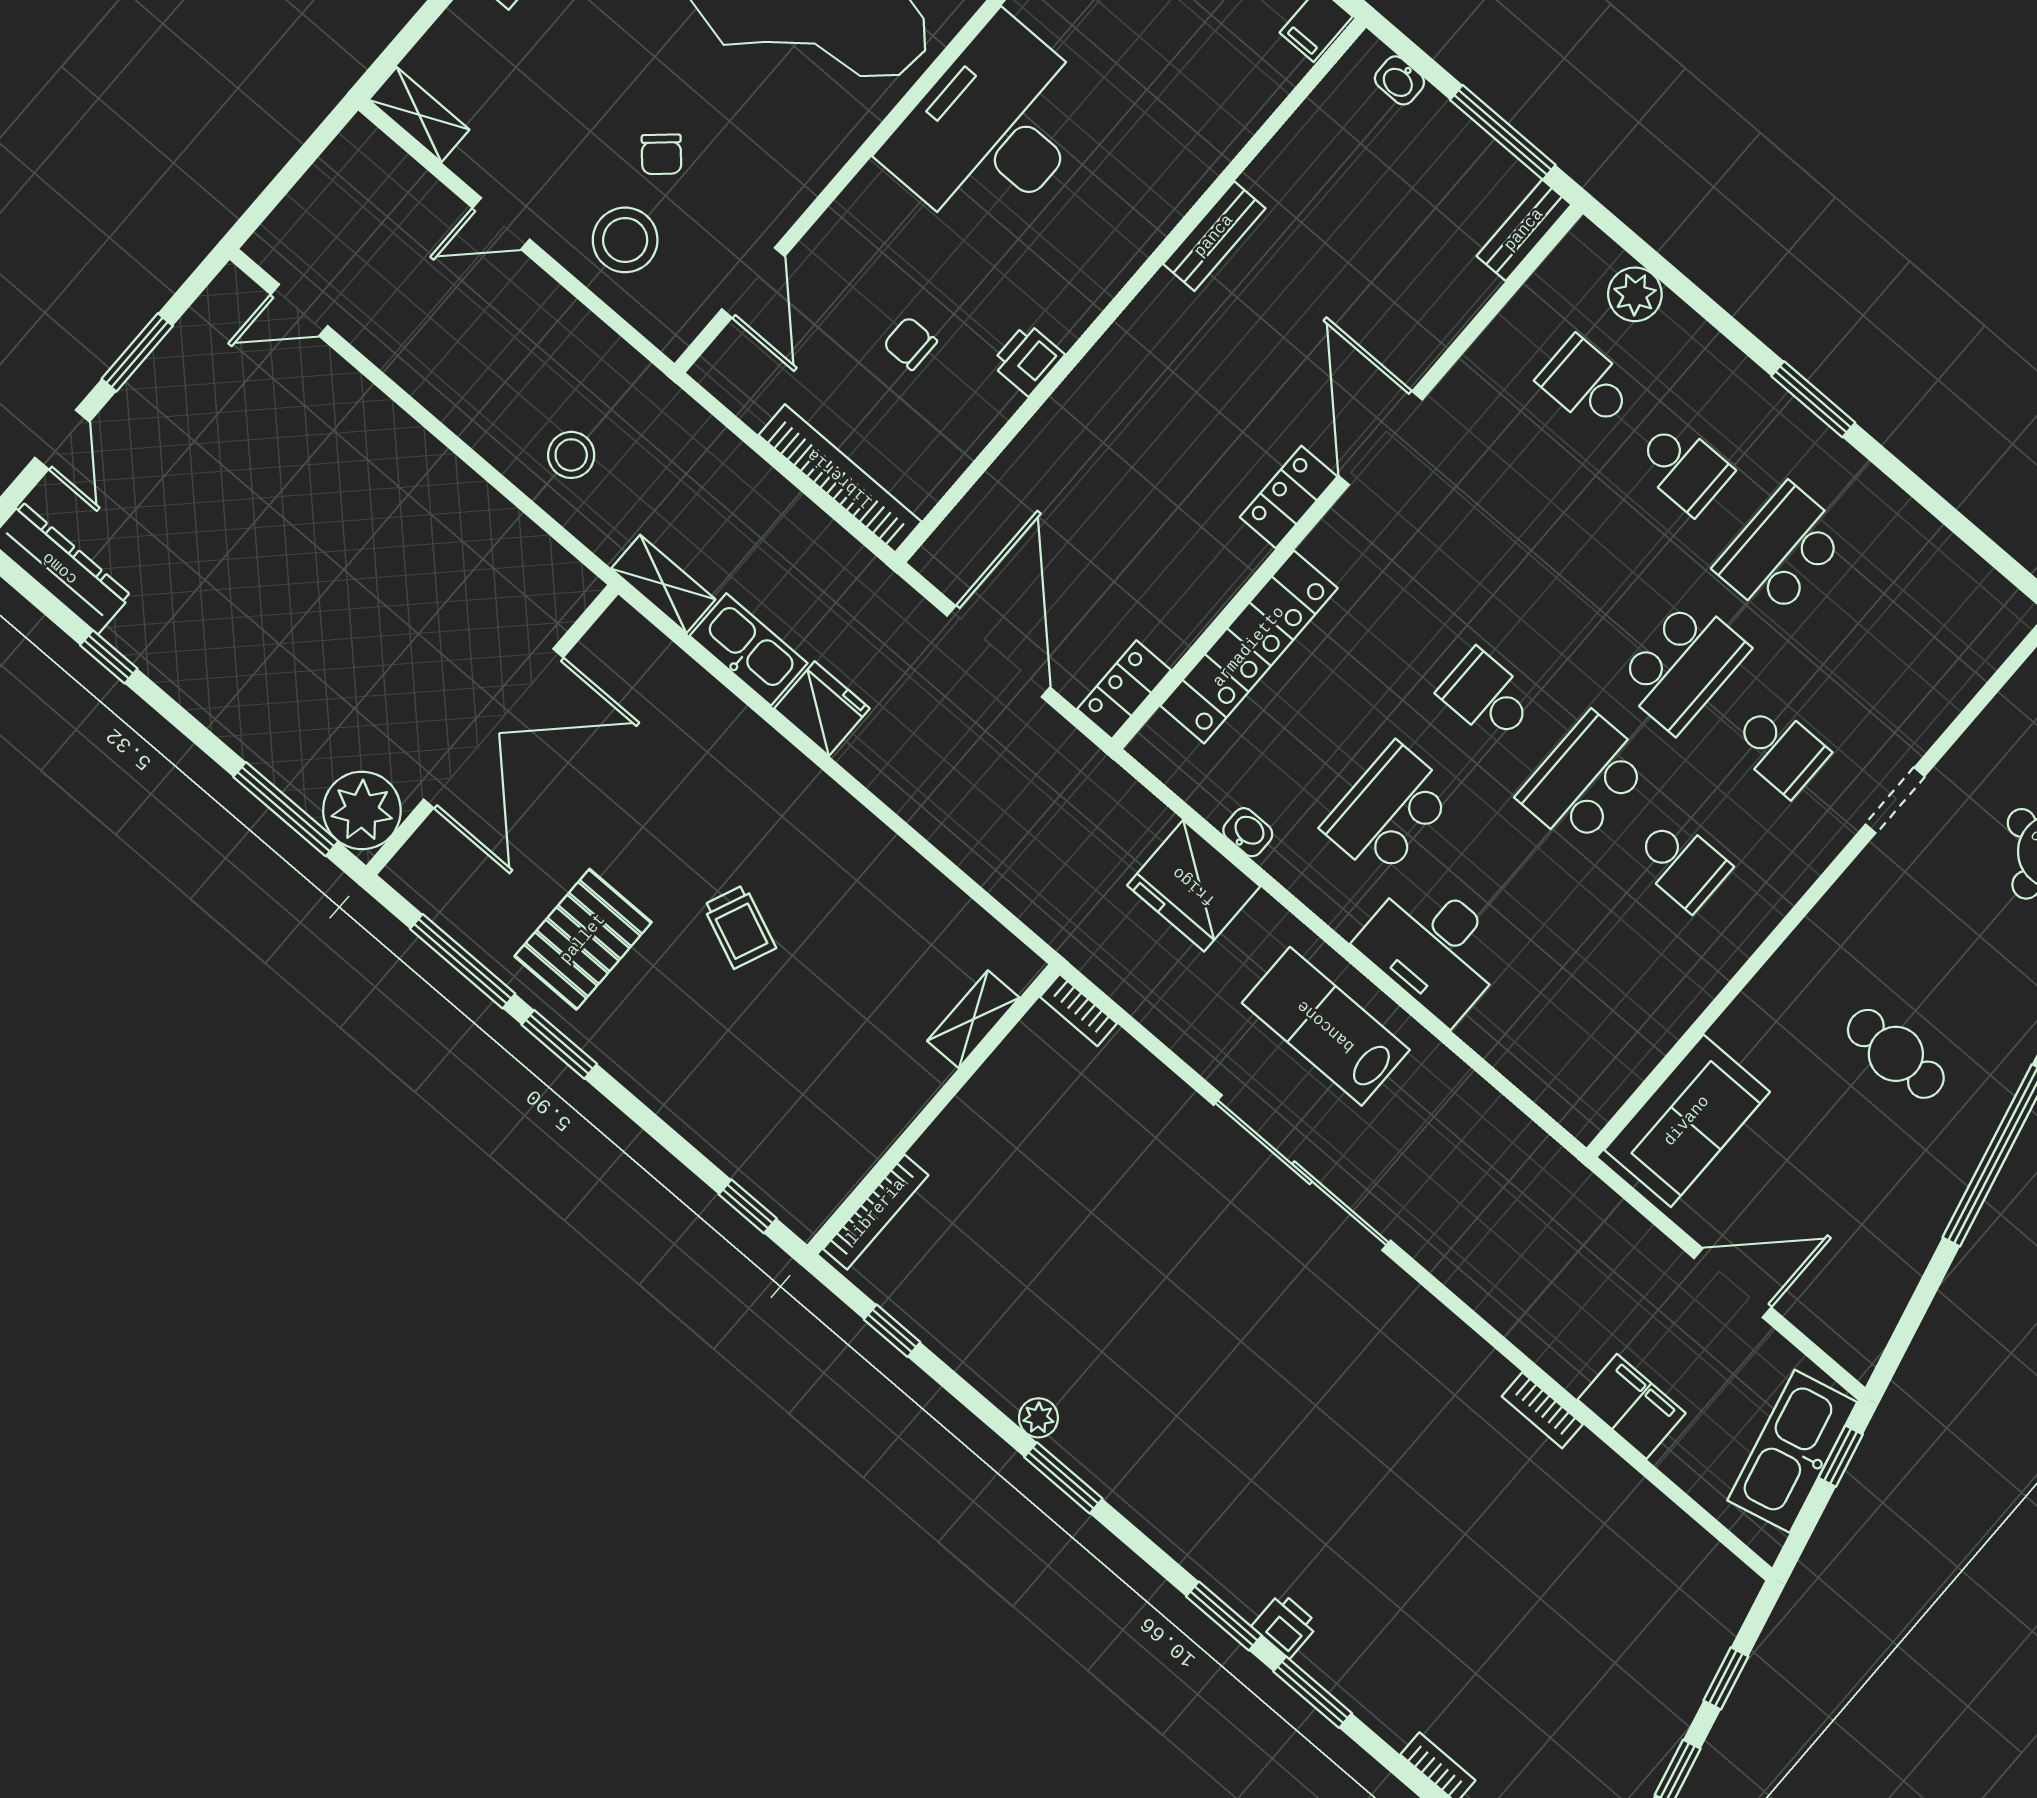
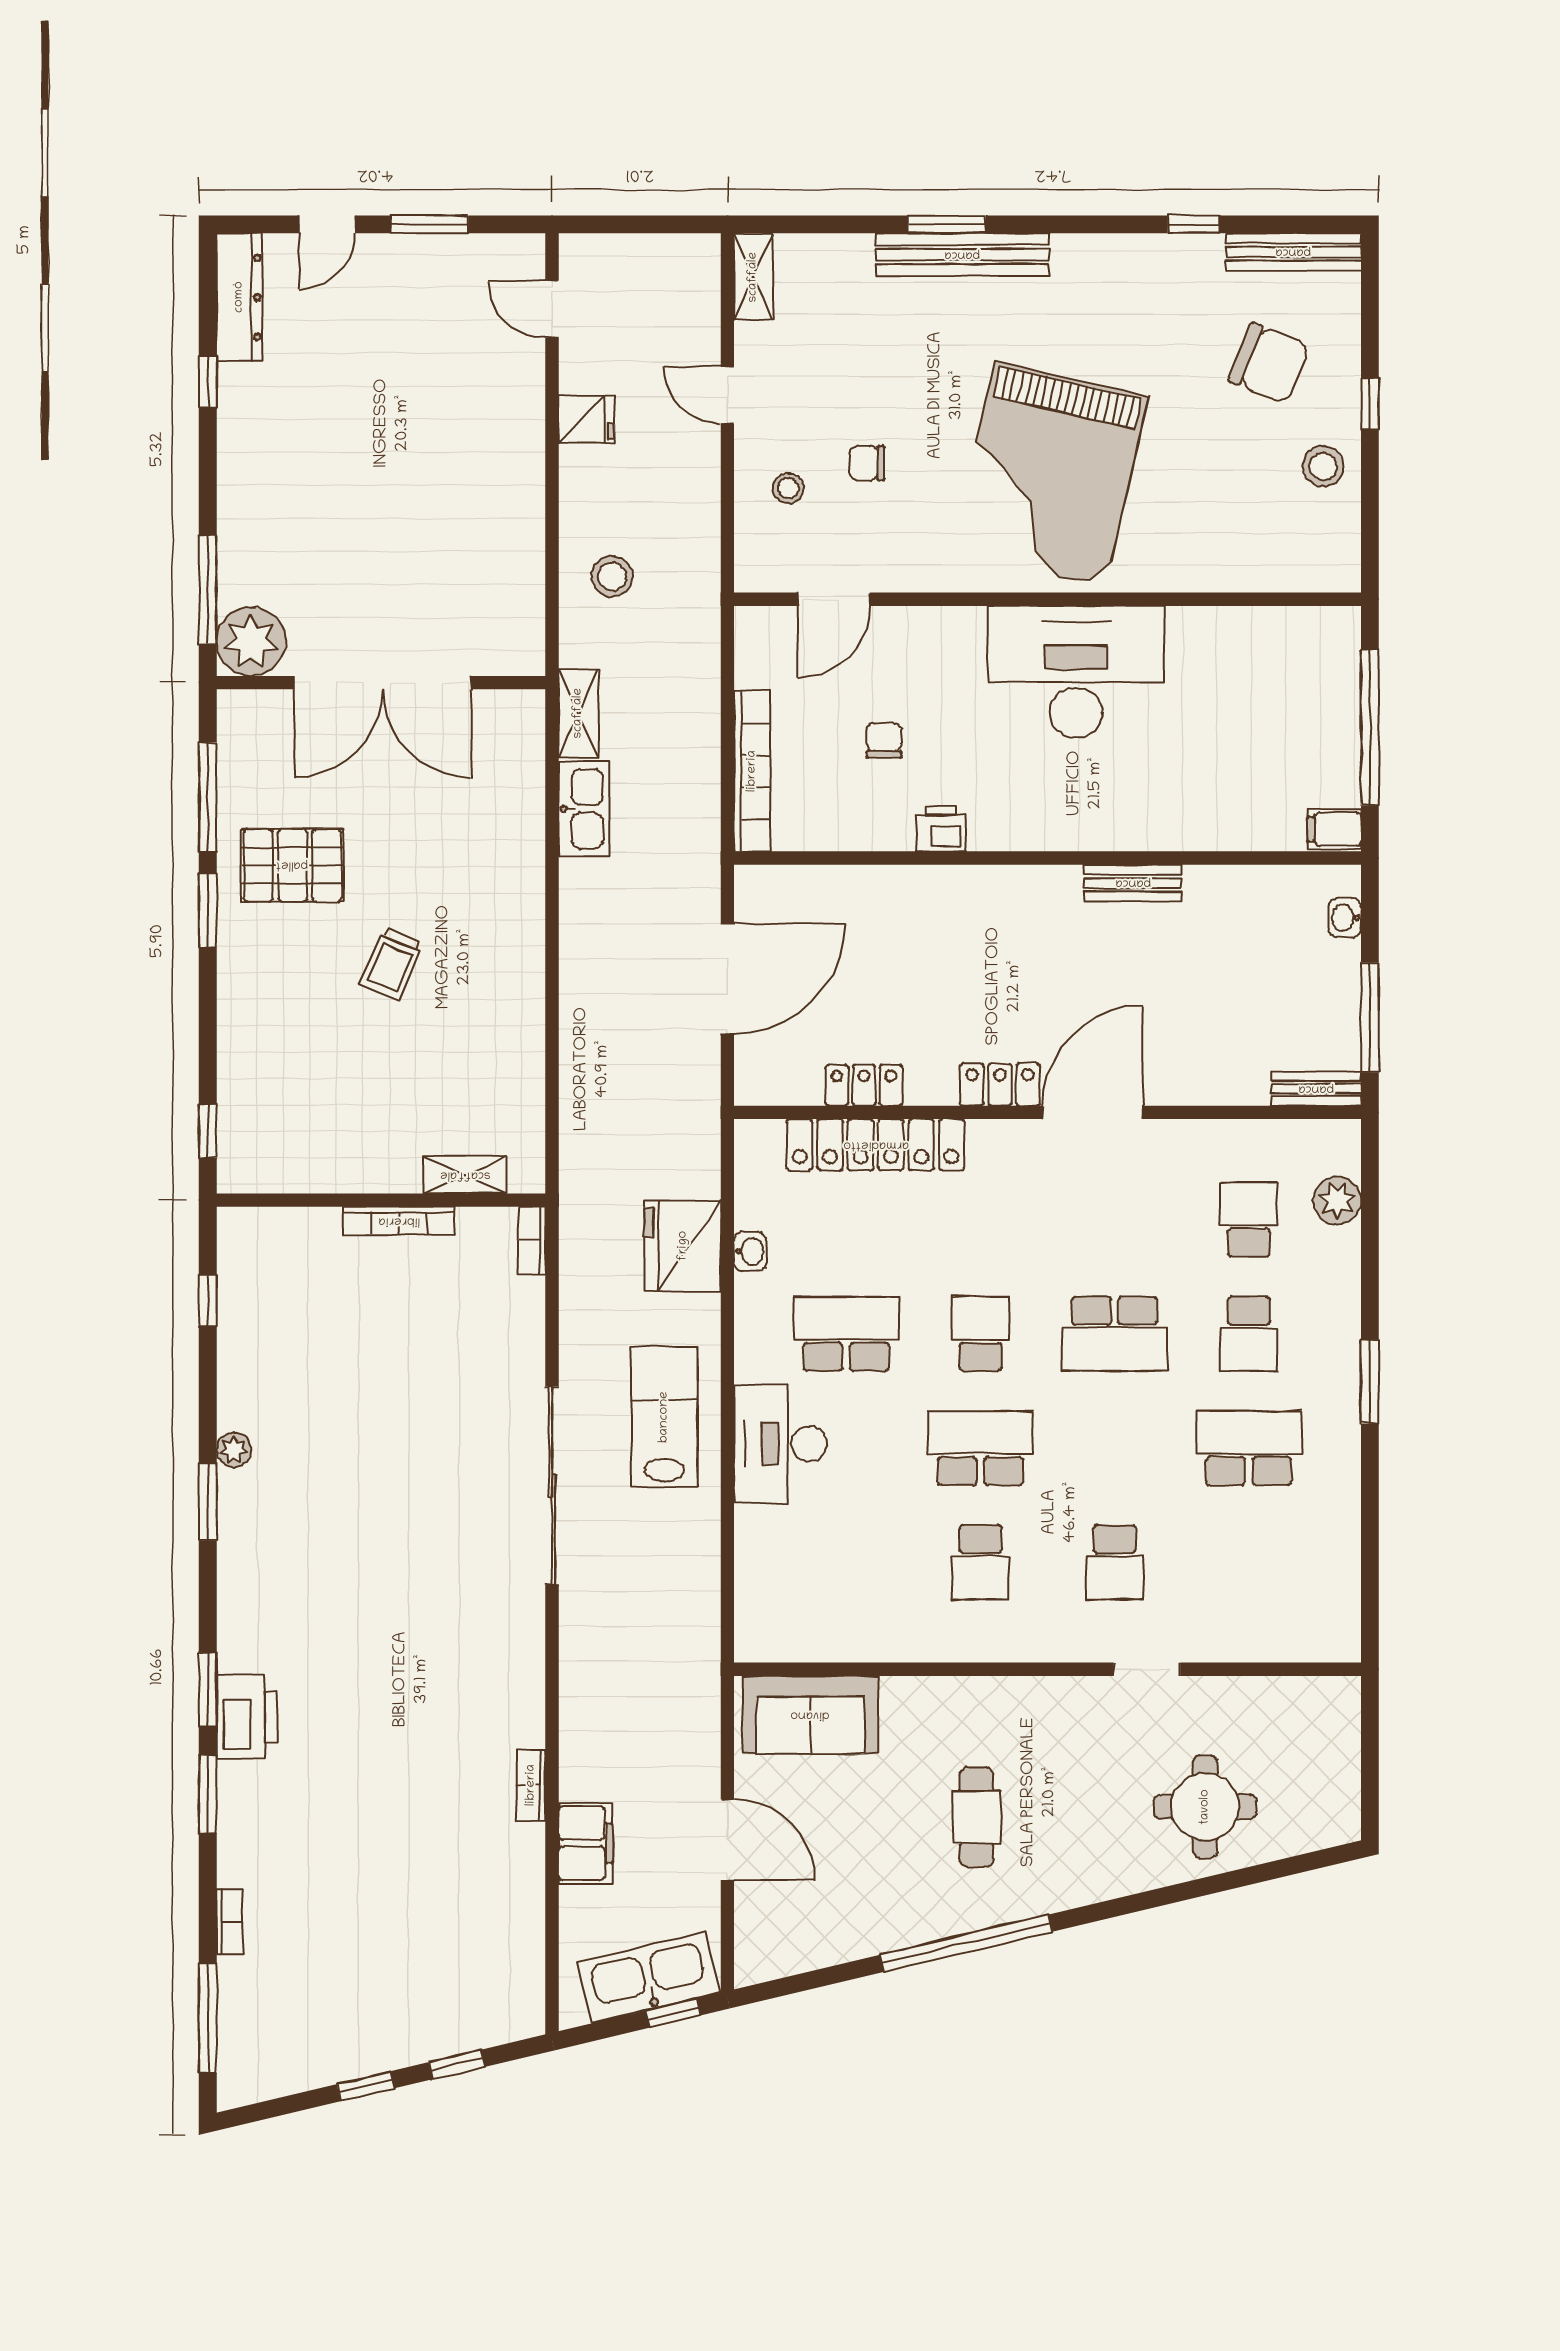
chair: (661, 154) -> (867, 463), turned 42
stool: (625, 240) -> (788, 488), width x0.53, depth x0.53
school desk: (1683, 666) -> (1115, 1334), moved
locker: (1124, 690) -> (864, 1085), moved
fridge: (822, 709) -> (586, 419), moved, width x0.72
bookcase: (876, 1212) -> (399, 1221), moved
printer: (1285, 1625) -> (247, 1717), width x1.87, depth x1.48

